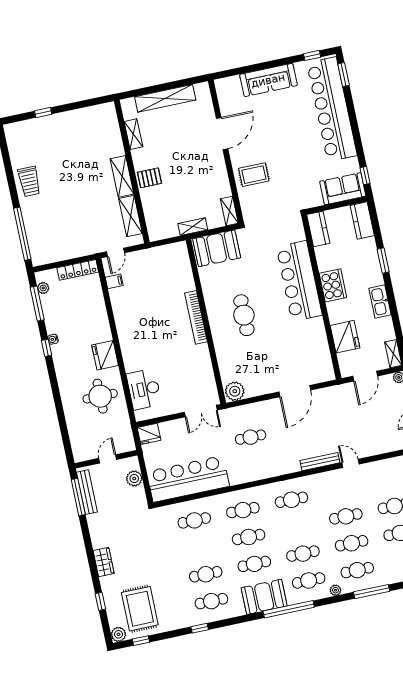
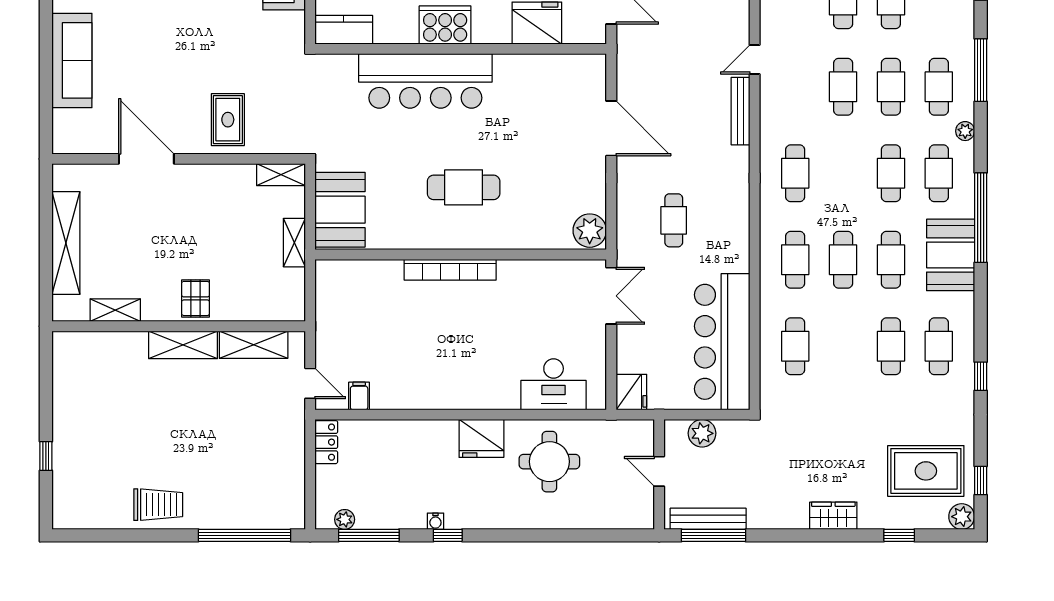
locker: (78, 270) -> (326, 442), width x0.66

